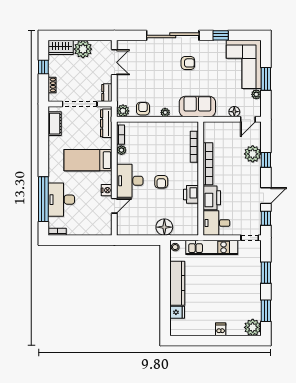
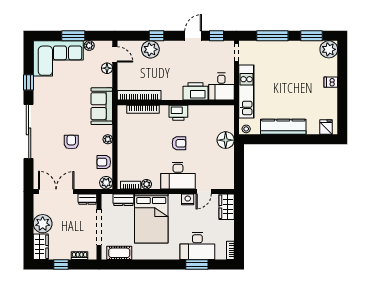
double door: (114, 62) -> (56, 191), width x1.37
armchair: (188, 63) -> (71, 142), moved
dresser: (106, 123) -> (123, 200), width x0.70
bed: (88, 160) -> (151, 218), width x1.50
bookcase: (208, 164) -> (139, 95), moved
printer: (191, 194) -> (178, 113), moved
door: (266, 196) -> (193, 36), hinge flipped
window: (43, 199) -> (197, 264), width x0.47
door: (114, 206) -> (204, 191), swing flipped
wardrobe: (99, 228) -> (227, 207), added
window: (266, 273) -> (272, 36), width x1.44
fridge: (177, 312) -> (326, 127), moved

